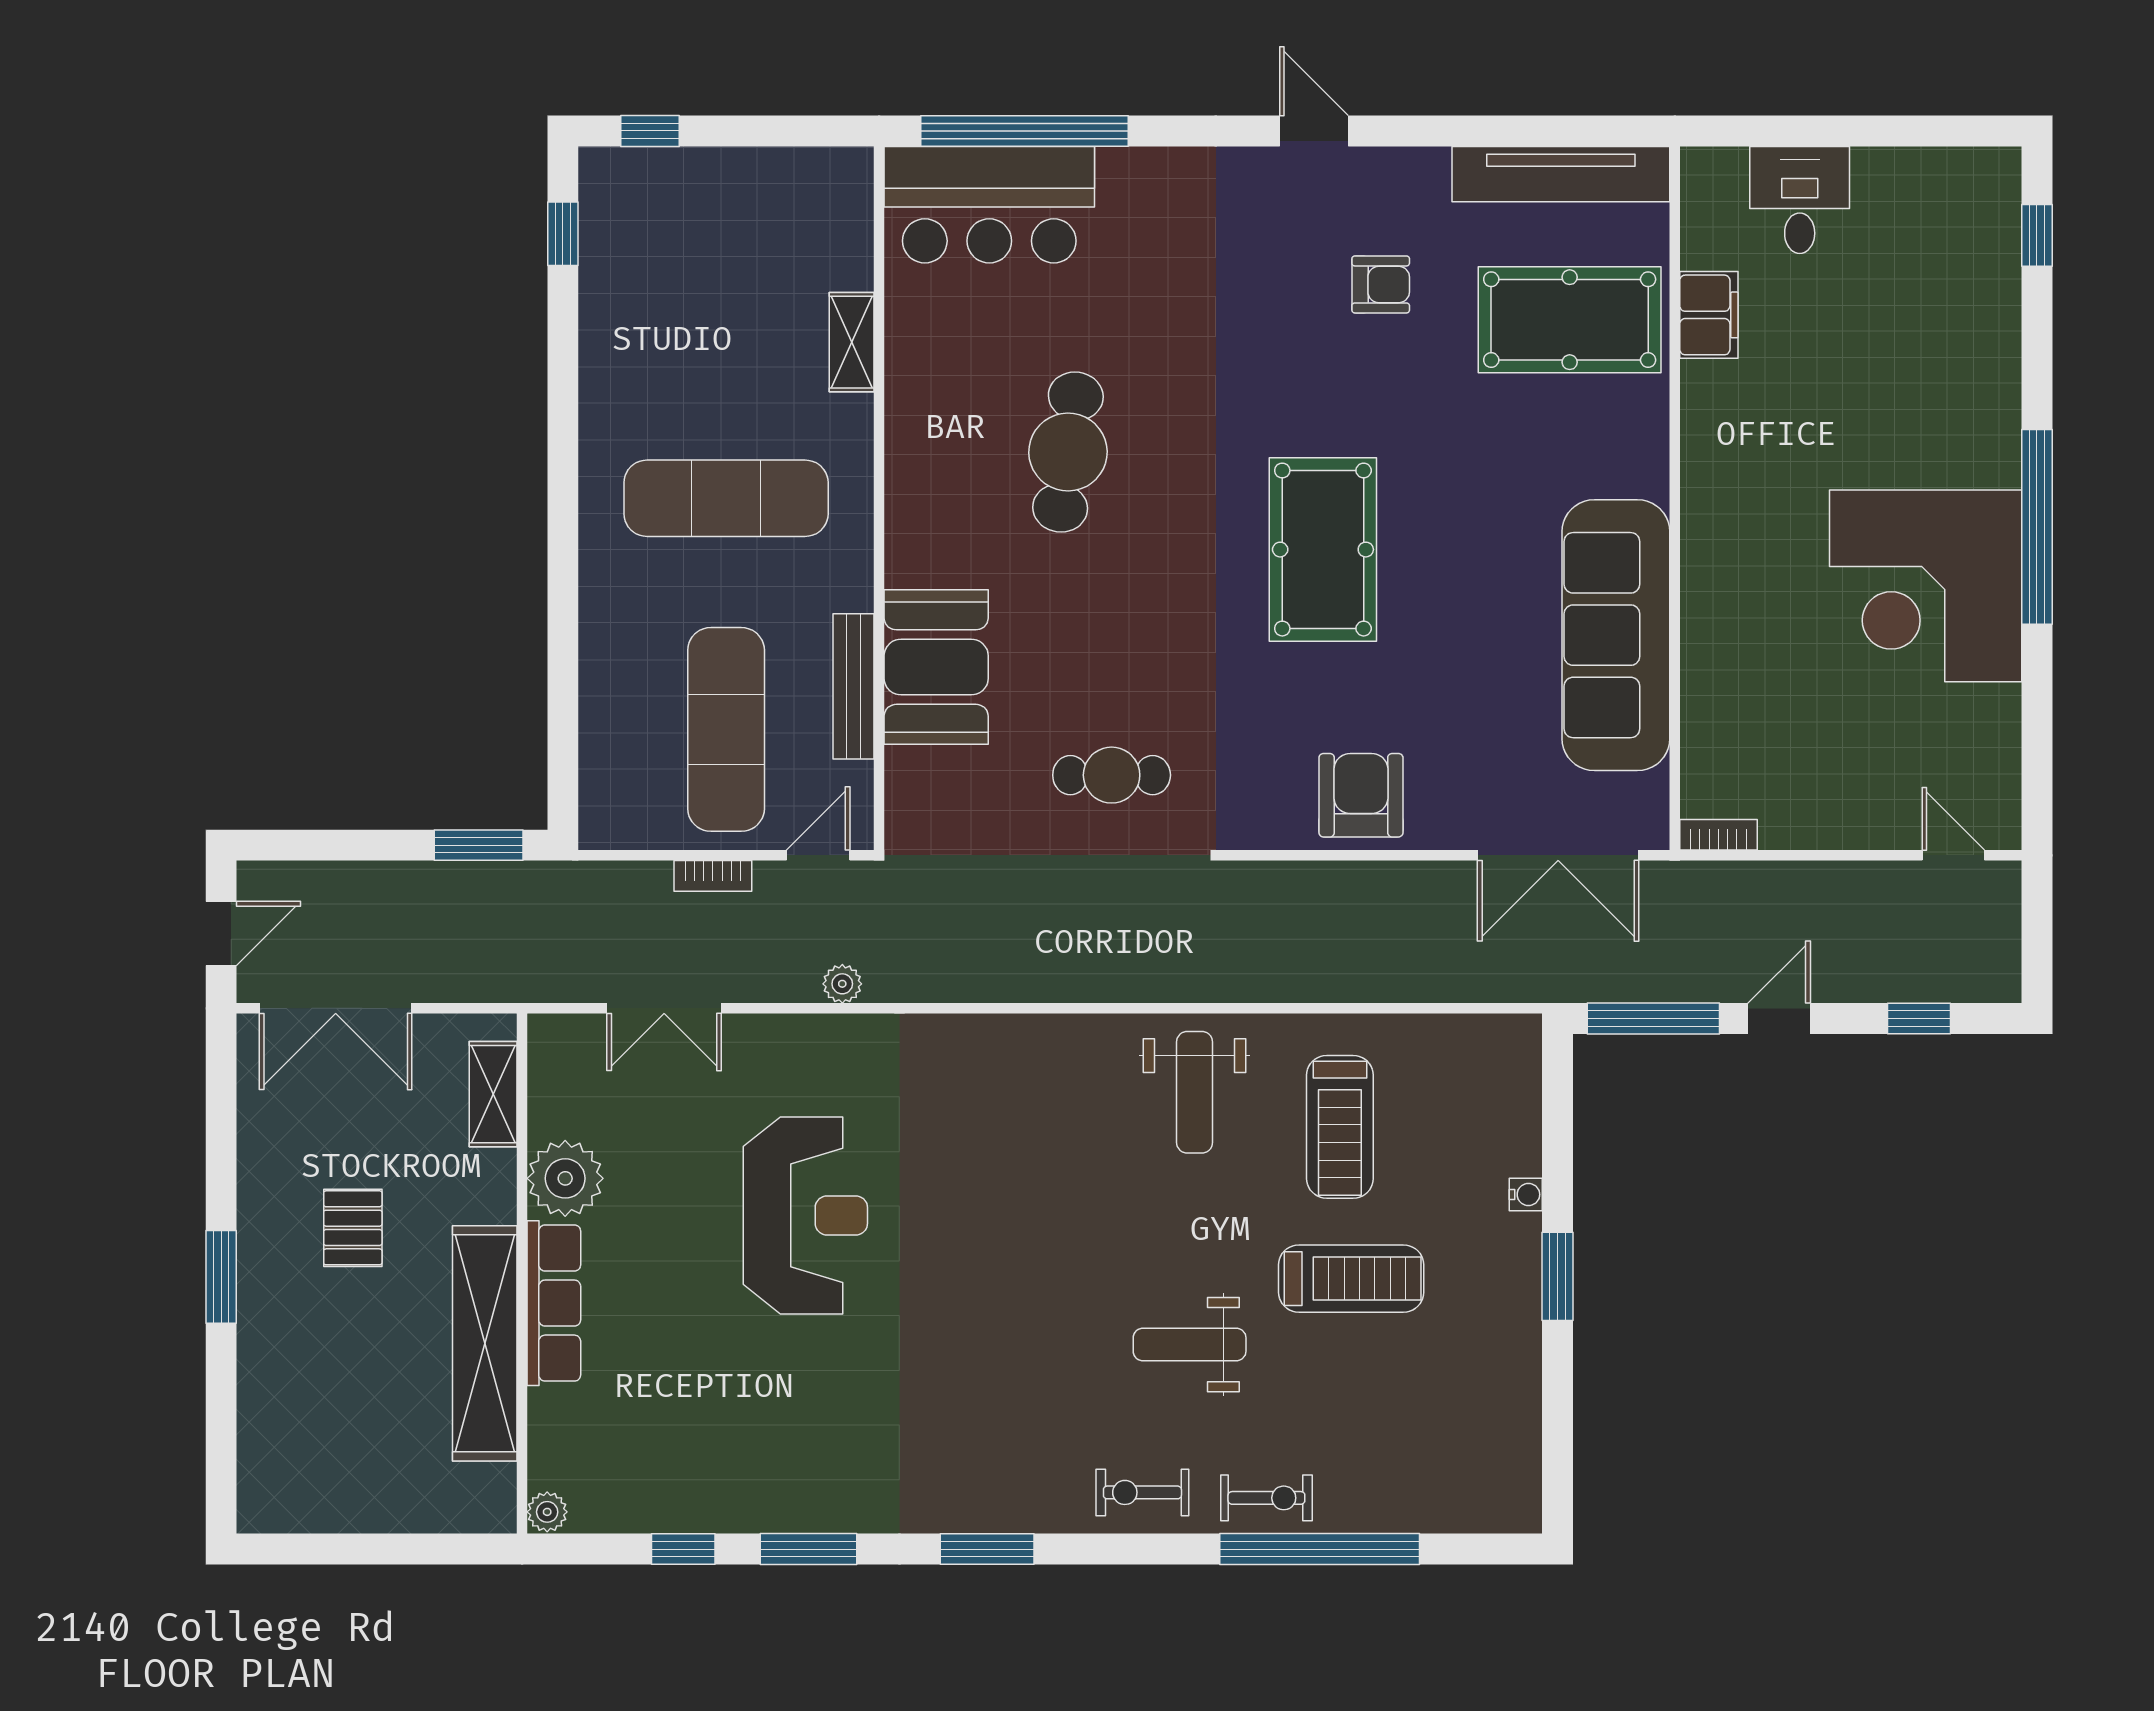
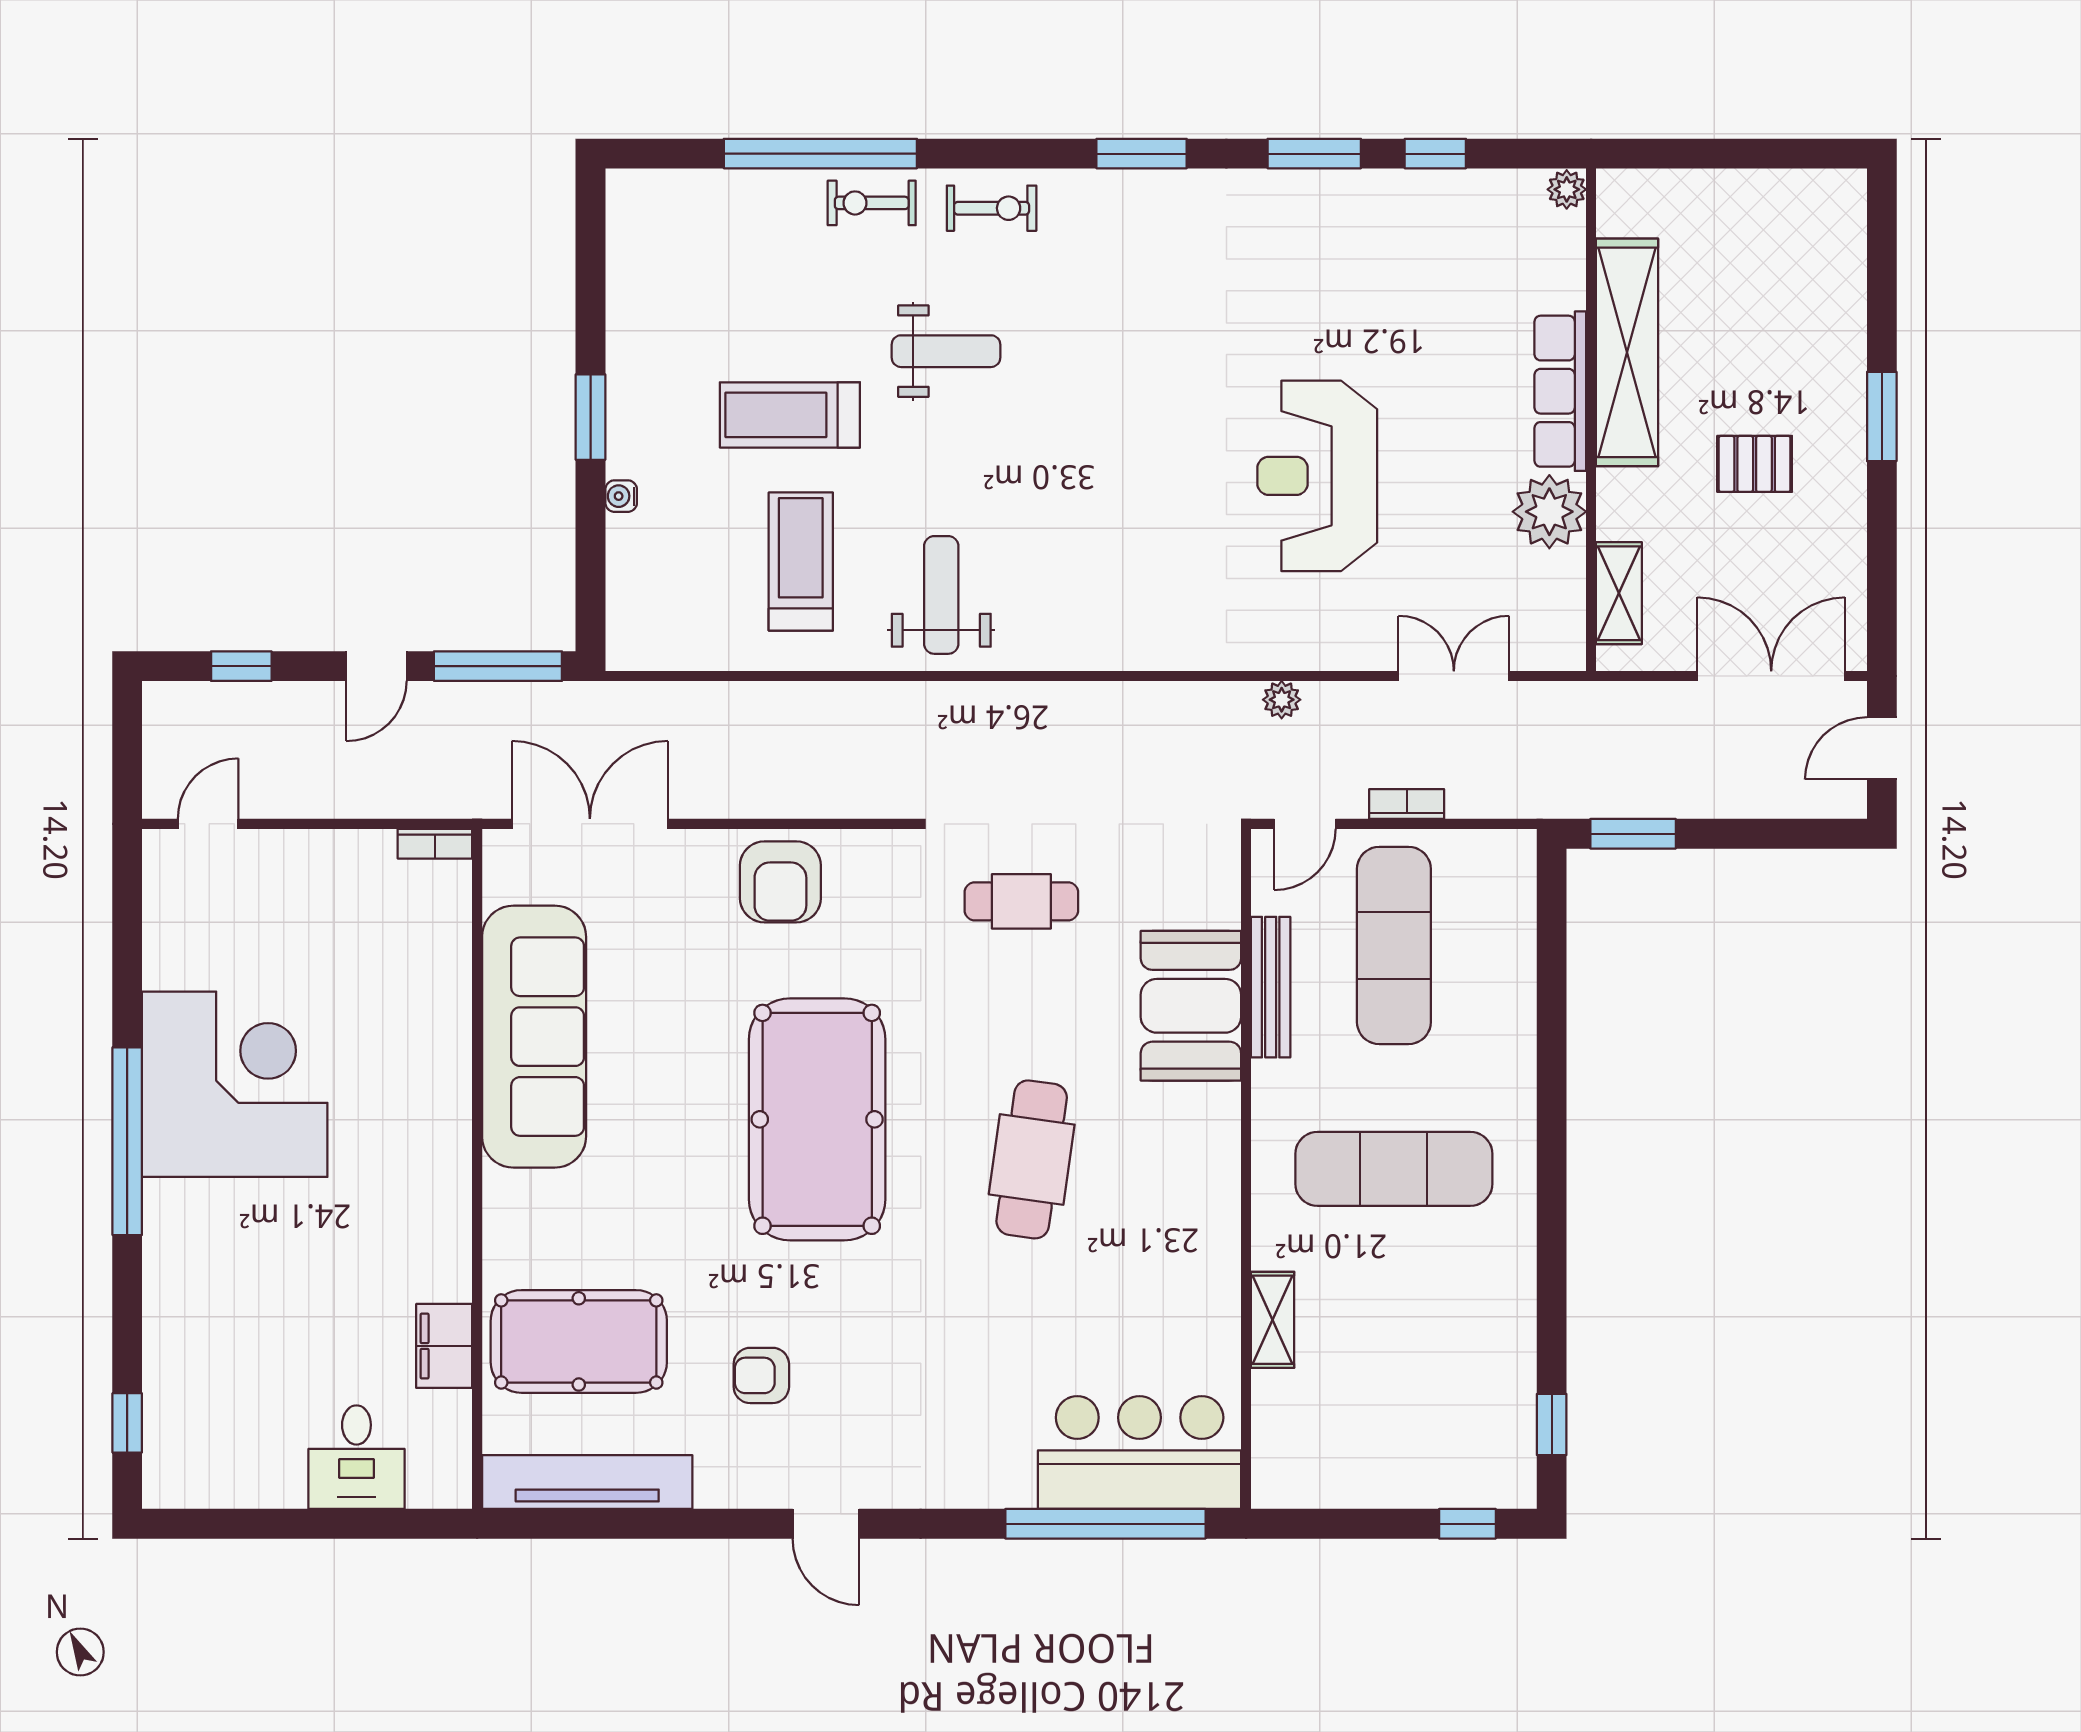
cafe table: (1068, 452) -> (1032, 1159), moved
pool table: (1323, 550) -> (817, 1119), width x1.36, depth x1.32
door: (1953, 855) -> (208, 824), swing flipped
pallet: (353, 1228) -> (1755, 464), turned 90

